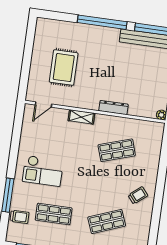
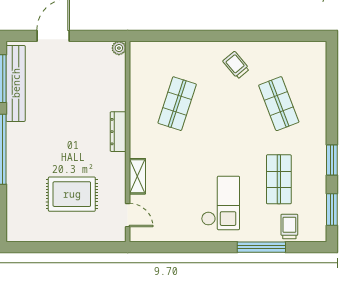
dresser: (113, 108) -> (118, 132), moved
shelving: (81, 117) -> (137, 176), moved
shop shelf: (117, 150) -> (177, 104), turned 36

